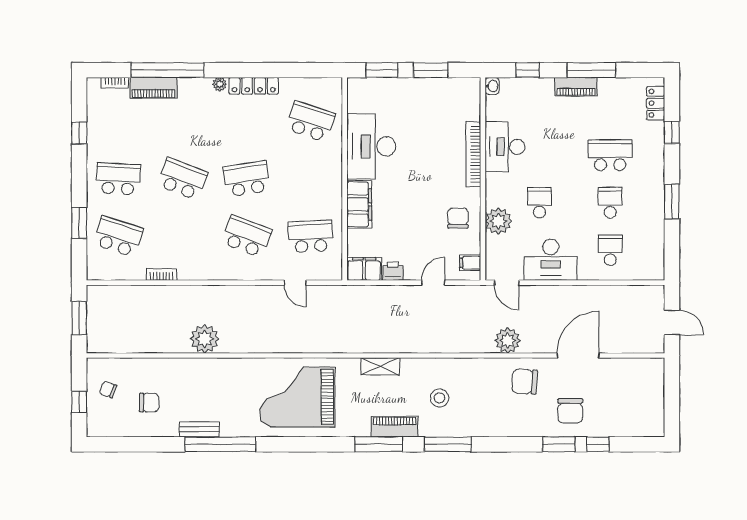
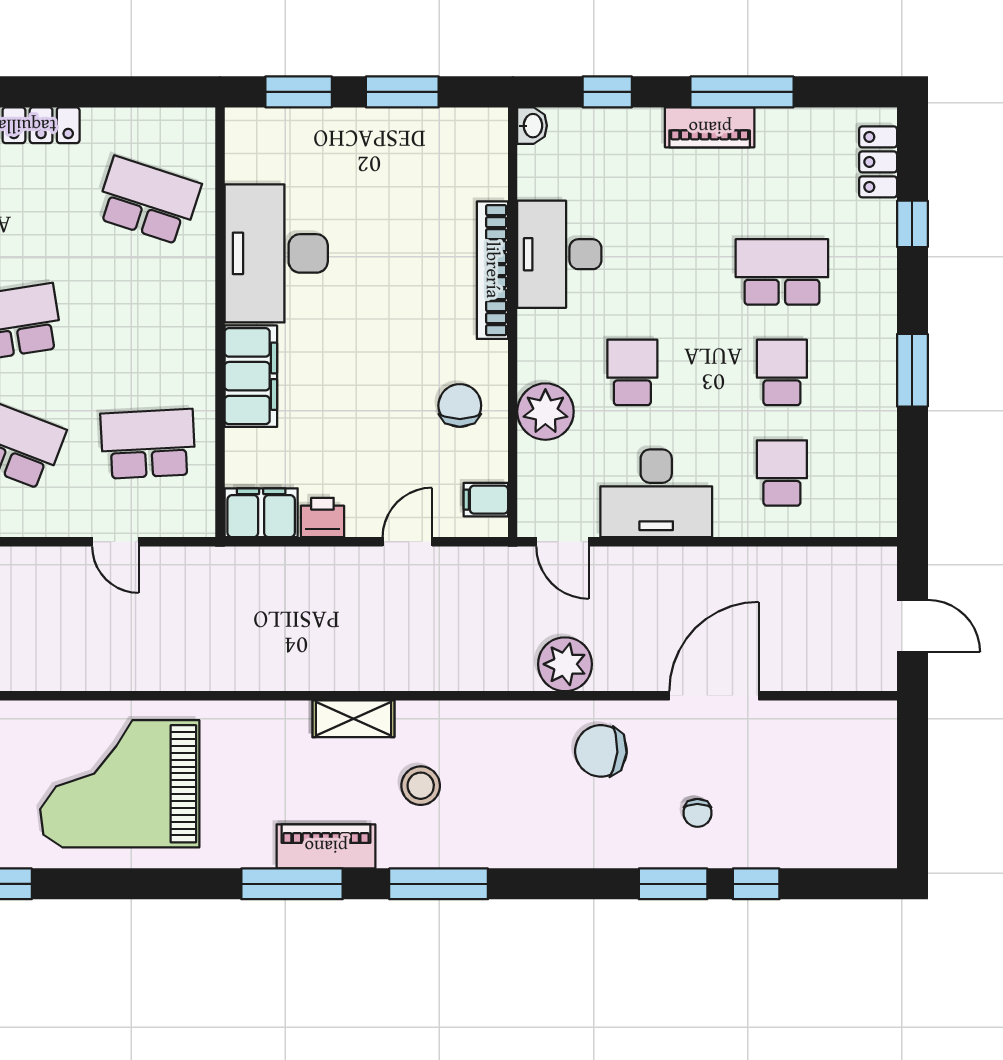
shelving: (380, 366) -> (353, 719), moved
chair: (570, 411) -> (697, 813), width x0.54, depth x0.54

